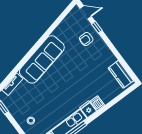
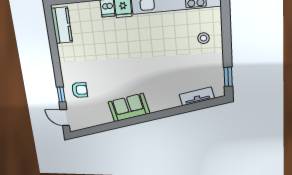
sofa: (42, 59) -> (129, 108), width x0.54, depth x0.79

